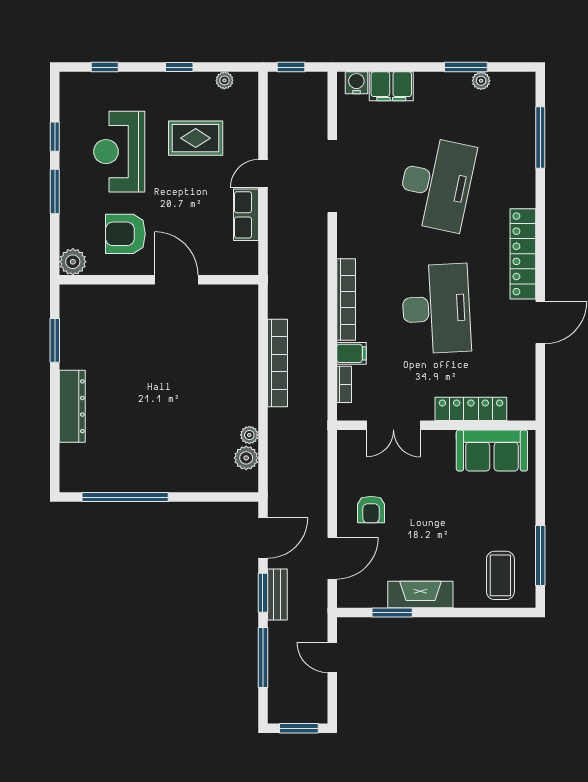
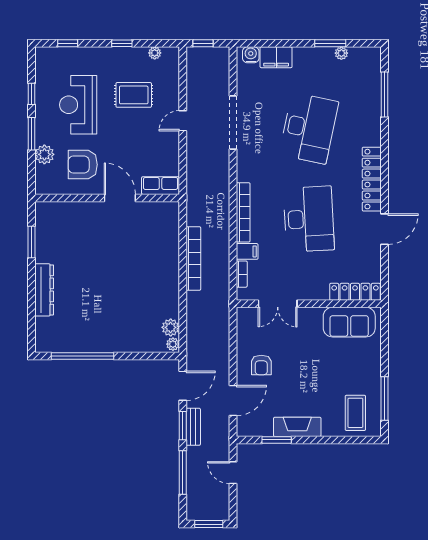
row of seats: (246, 215) -> (161, 186), moved, turned 90
plant: (73, 262) -> (44, 154), moved
locker: (471, 409) -> (355, 292), moved
plant: (249, 435) -> (173, 344), moved

